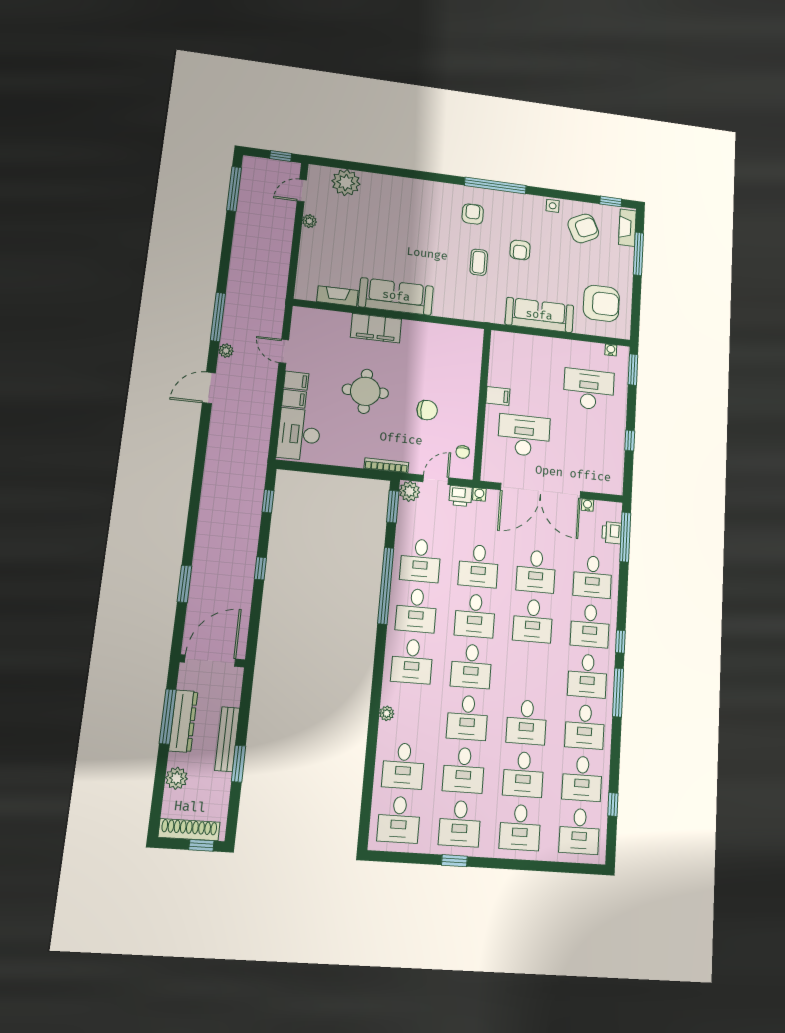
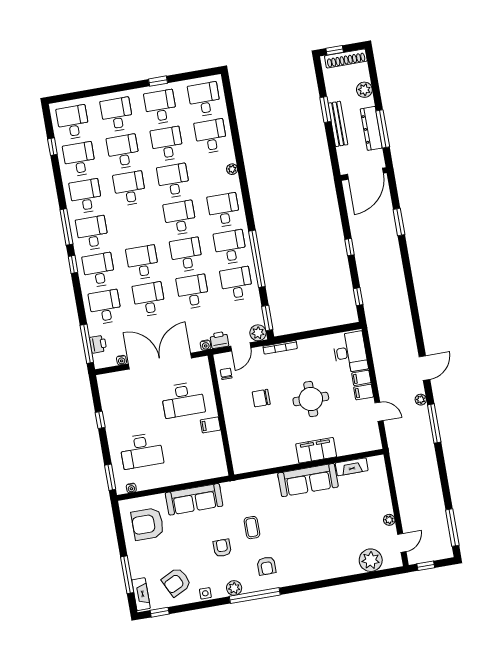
plant: (517, 201) -> (234, 588), added

